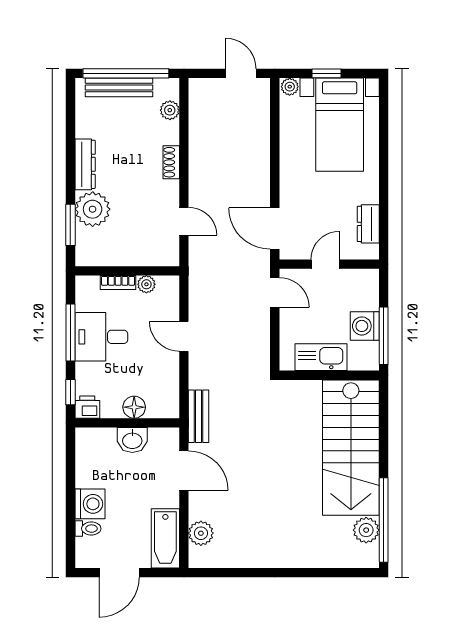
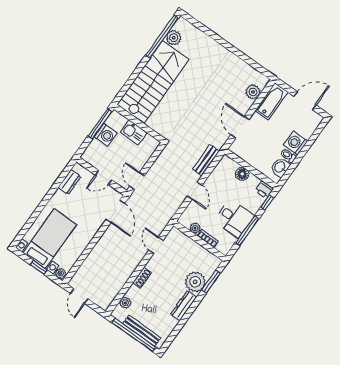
kitchen sink: (321, 357) -> (133, 132), width x0.73
bench: (199, 416) -> (206, 160), moved
washbasin: (132, 440) -> (280, 167), moved, turned -90
toilet: (88, 529) -> (288, 155), moved

